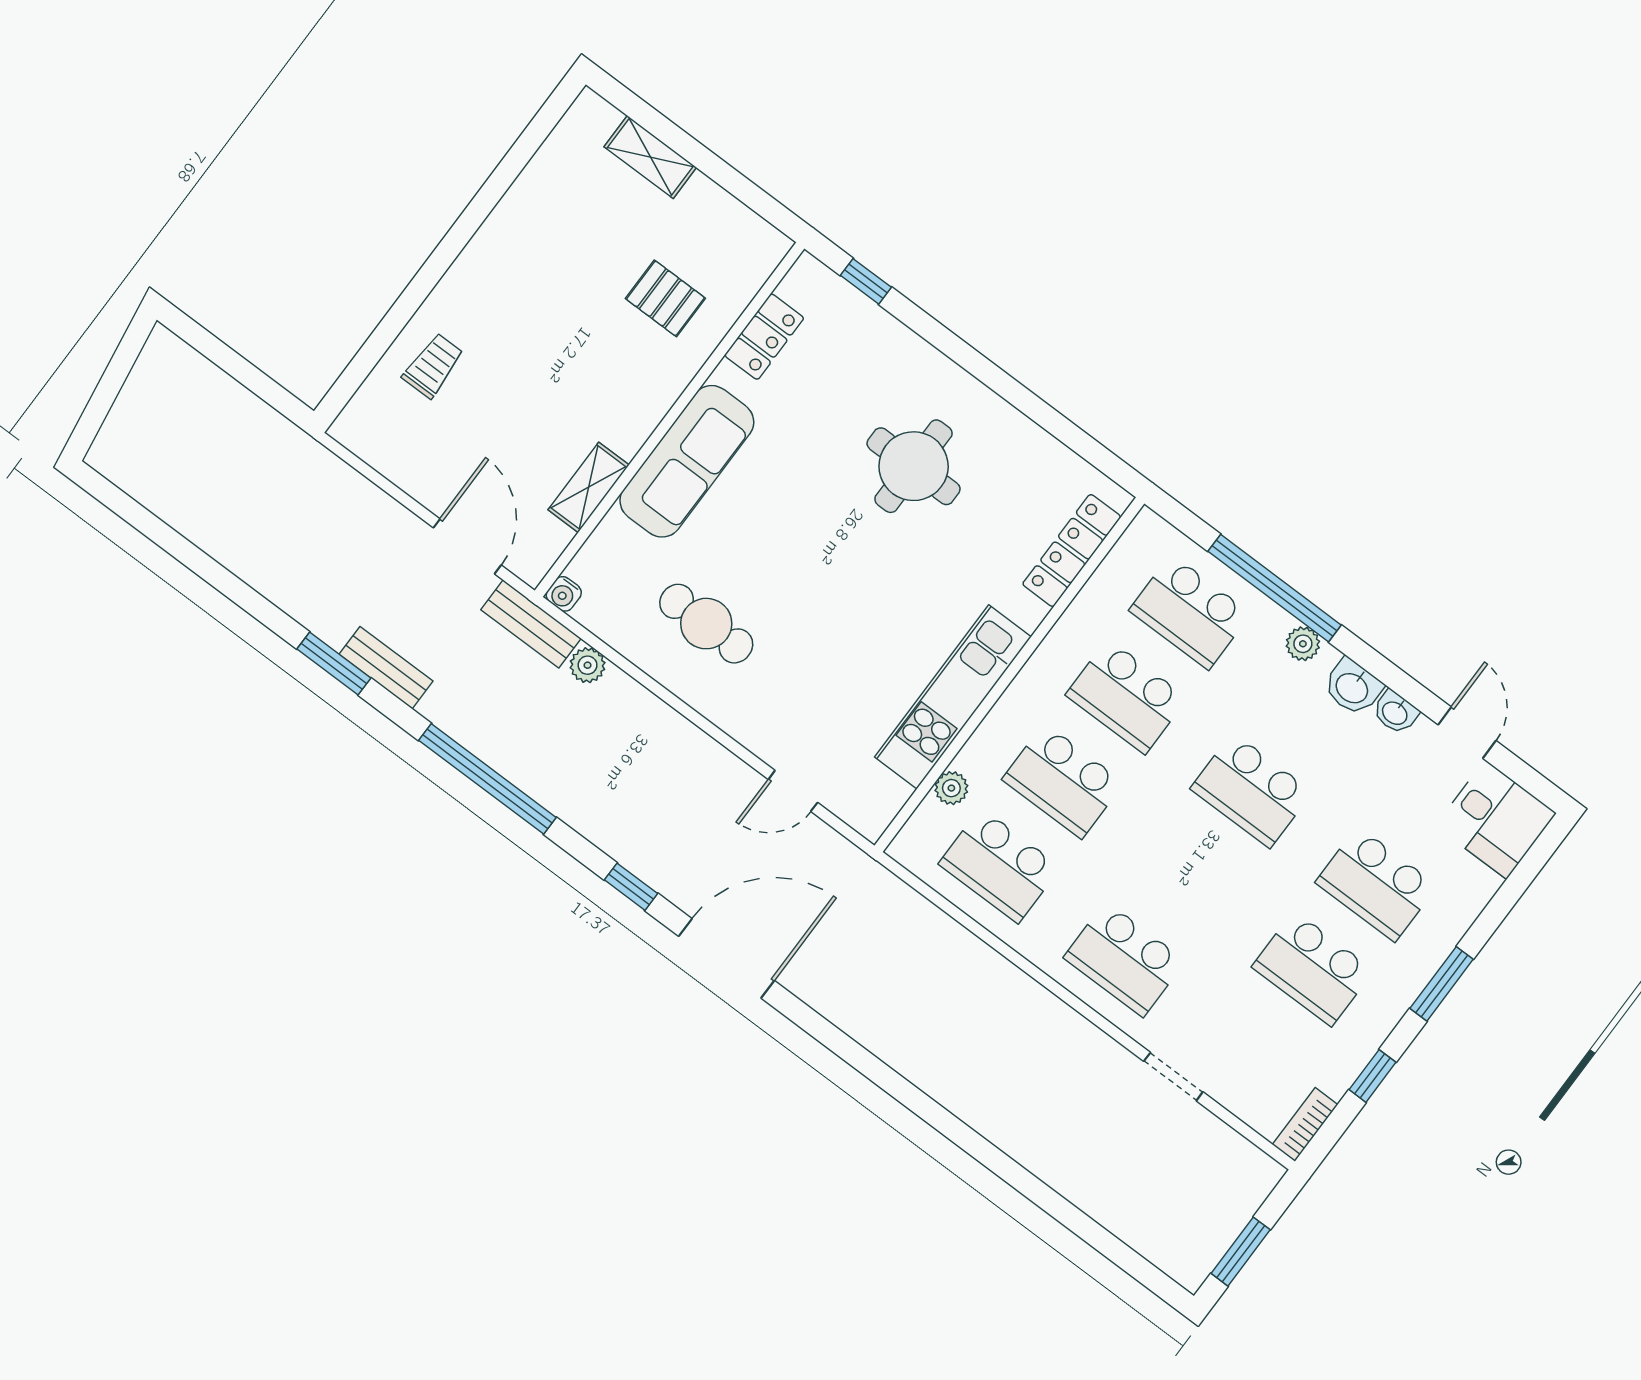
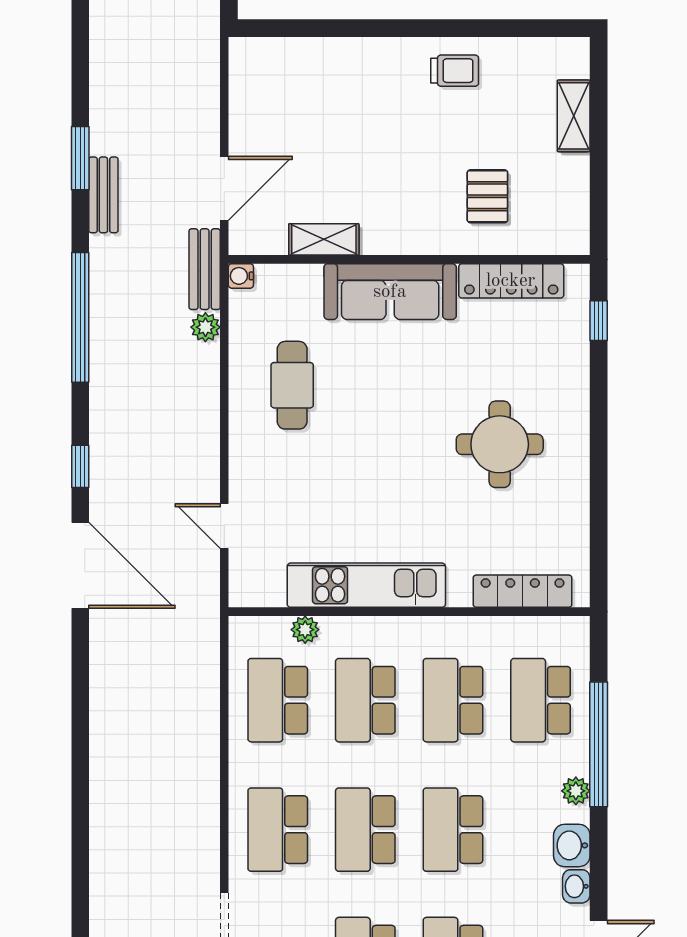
locker: (764, 337) -> (511, 281), width x1.53
trolley: (433, 366) -> (455, 71), moved
school desk: (1188, 875) -> (365, 830), added

